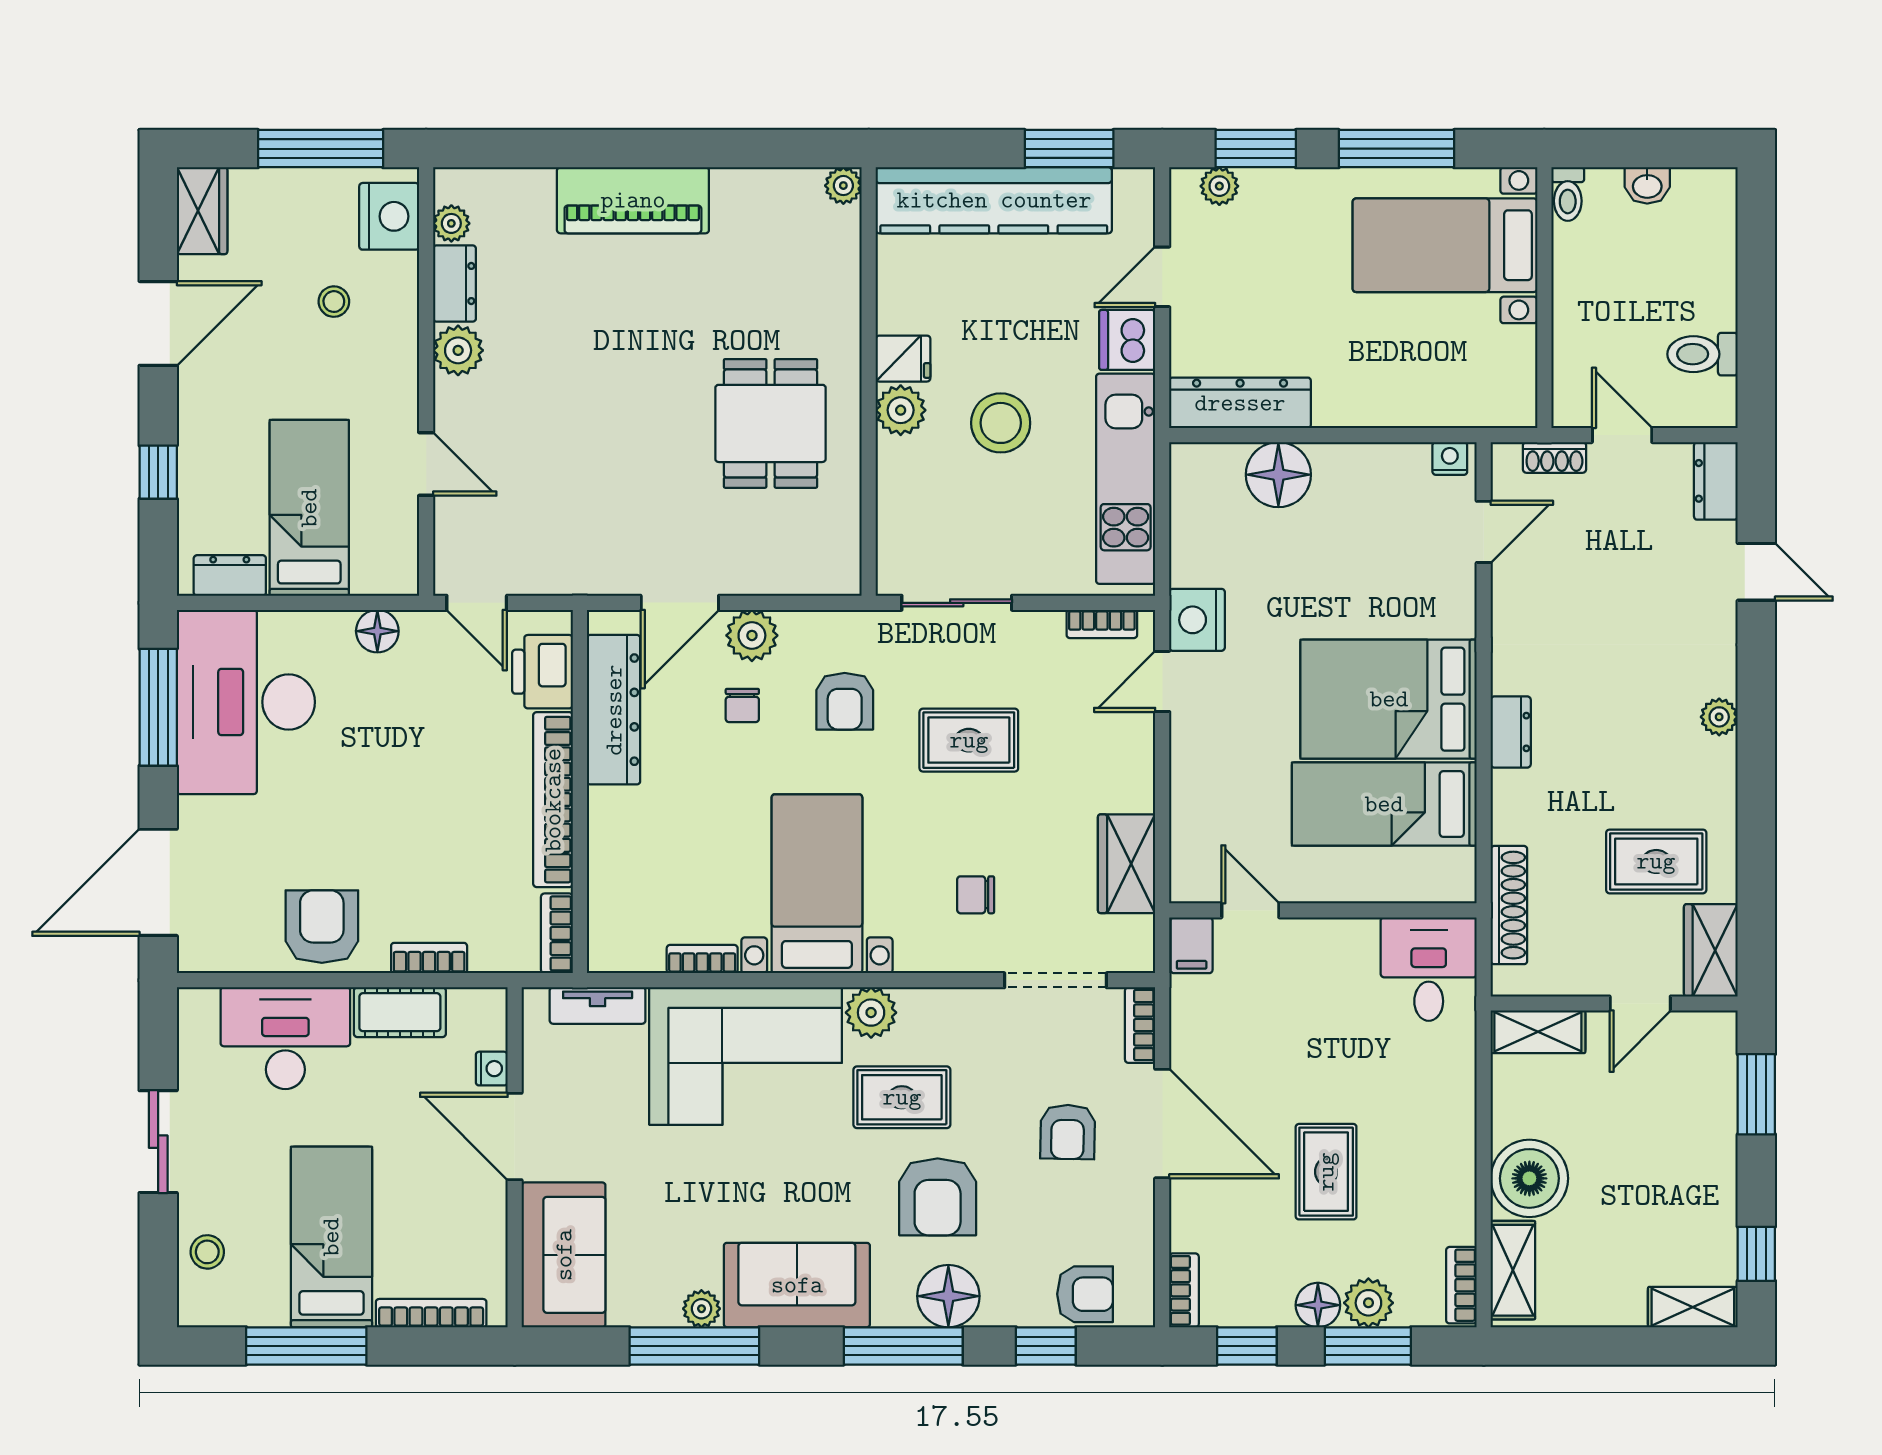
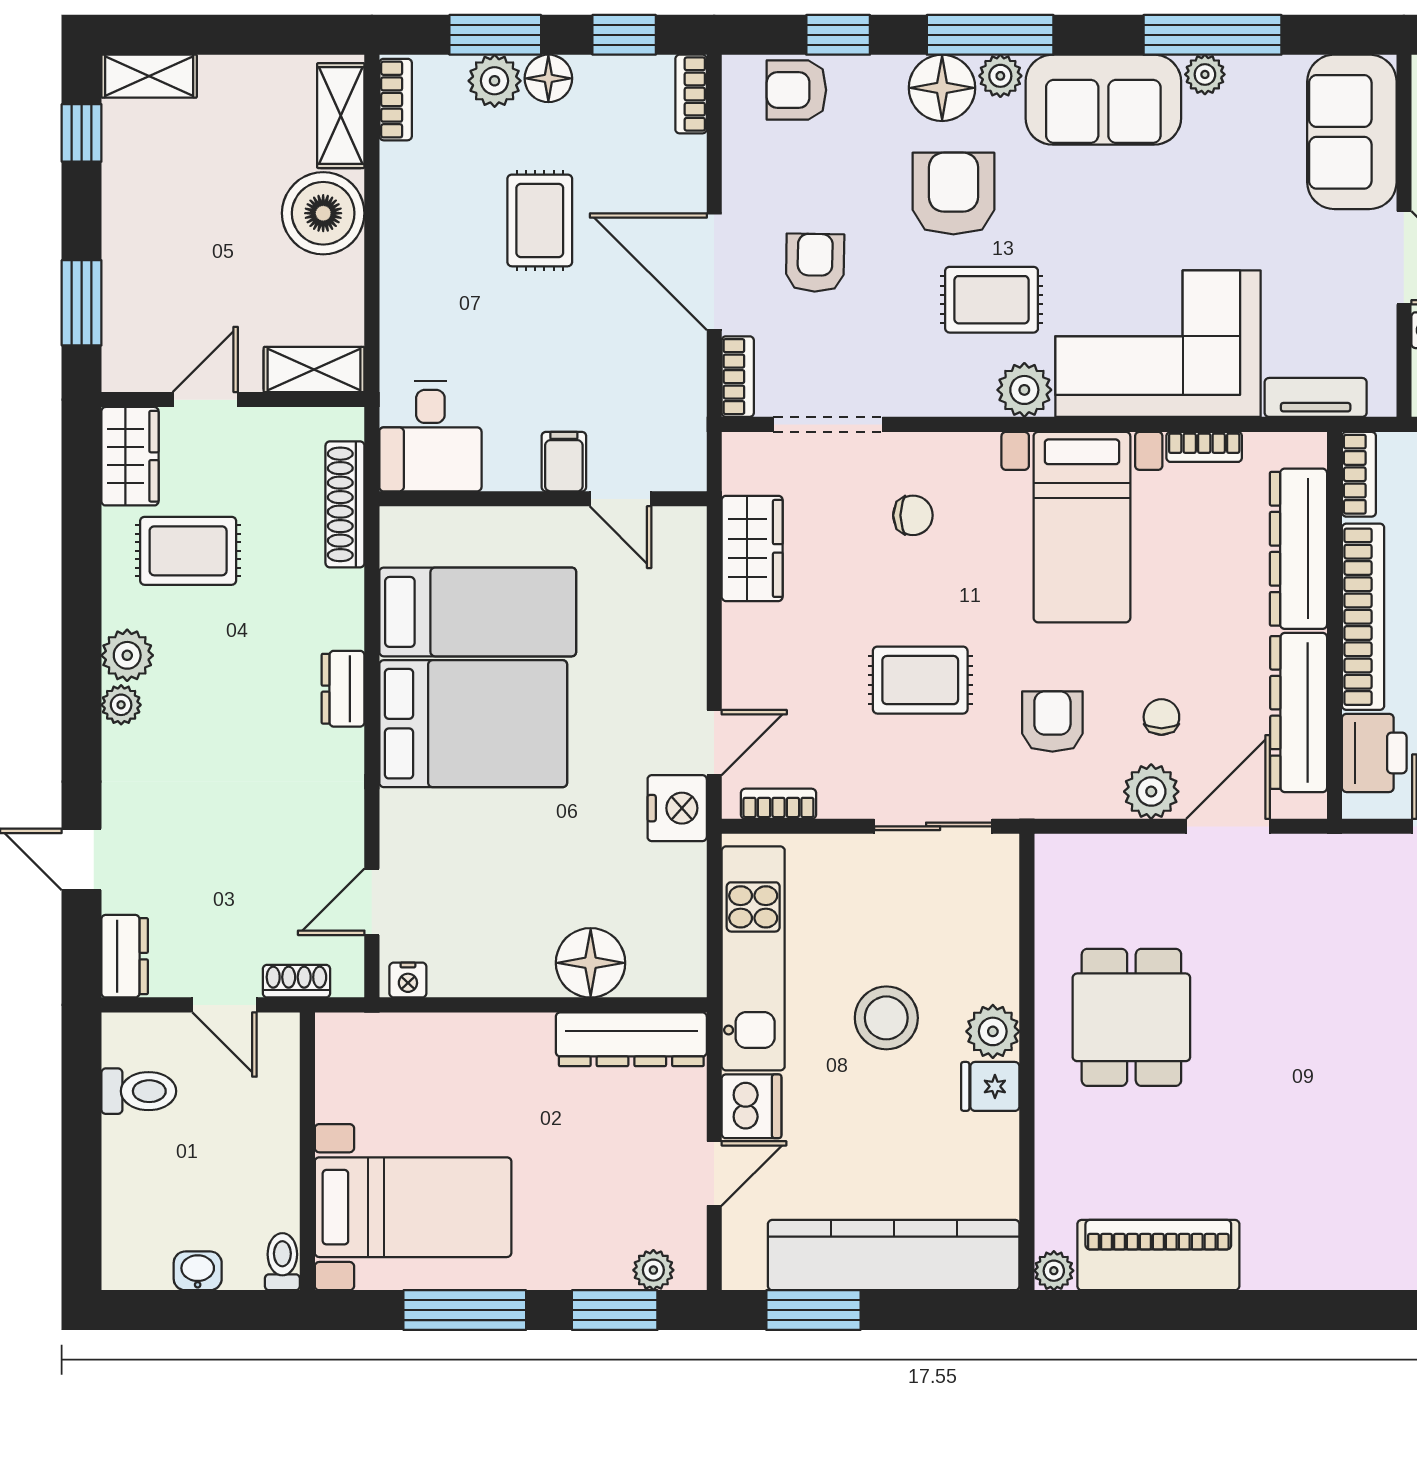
piano: (633, 200) -> (1158, 1255), moved
plant: (1713, 763) -> (127, 655), added
dresser: (614, 863) -> (1298, 549), added
filing cabinet: (1192, 945) -> (564, 462), moved
plant: (894, 1307) -> (1000, 76), added

